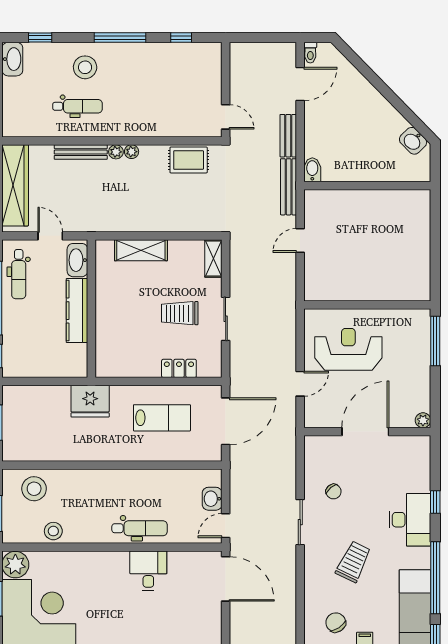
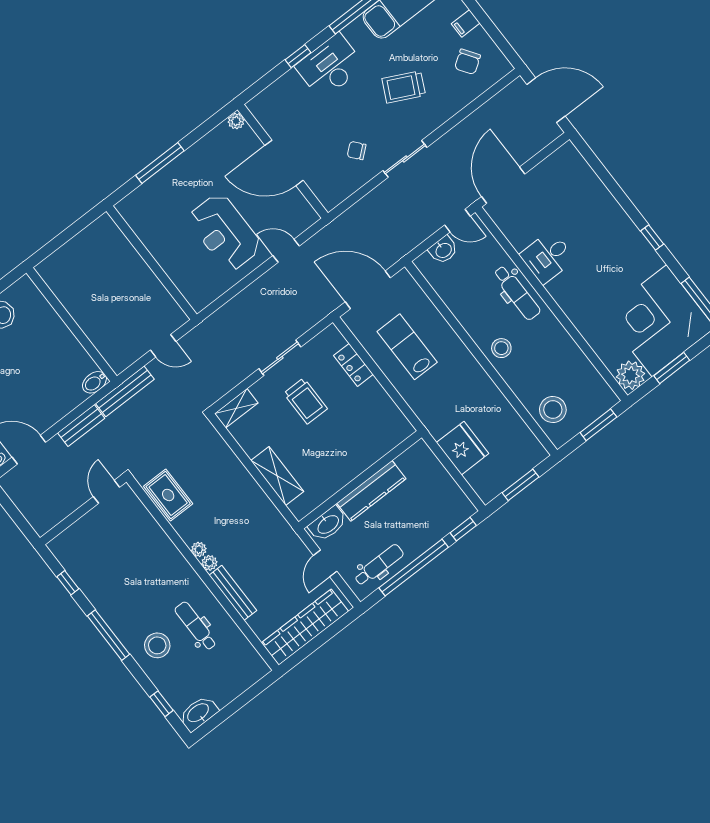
wall: (367, 305) -> (152, 263), moved
fridge: (90, 401) -> (463, 448), moved
chair: (334, 492) -> (357, 151), turned -90
dental chair: (140, 528) -> (517, 293), turned 180
stool: (53, 531) -> (501, 348), moved

